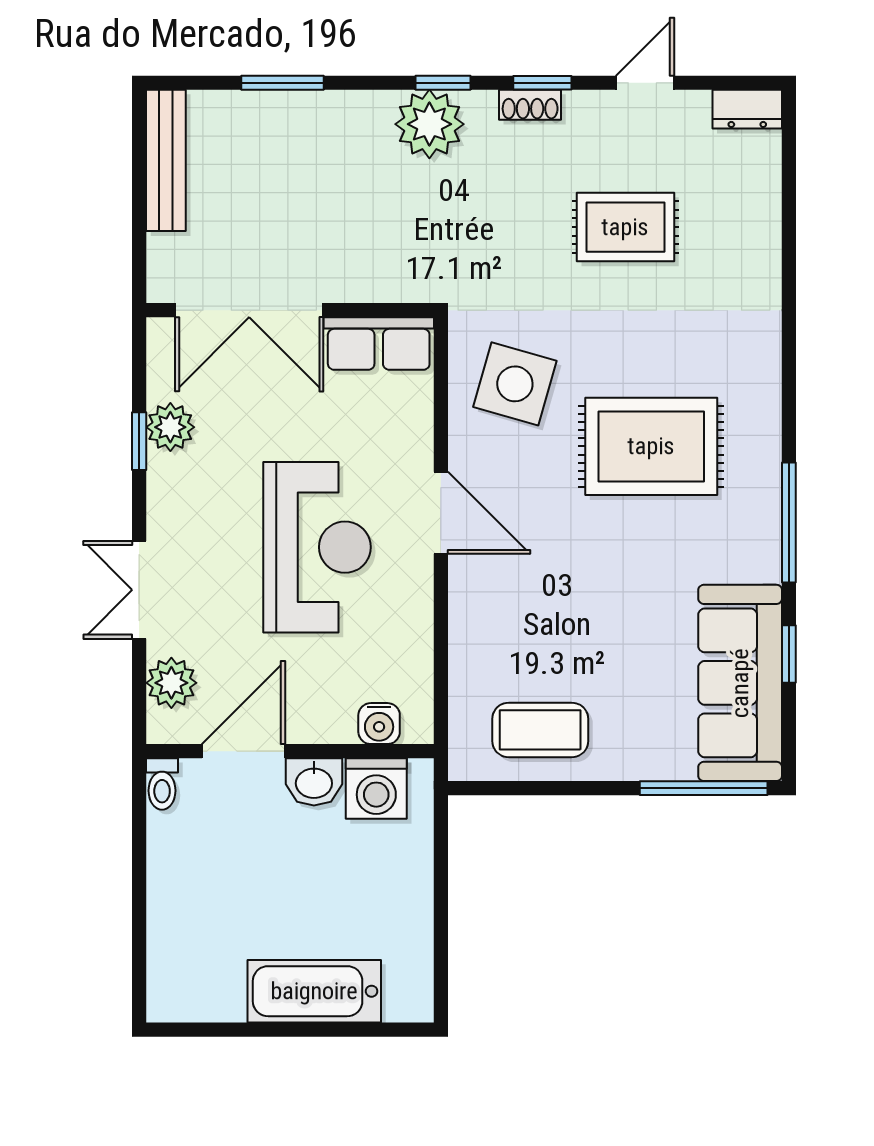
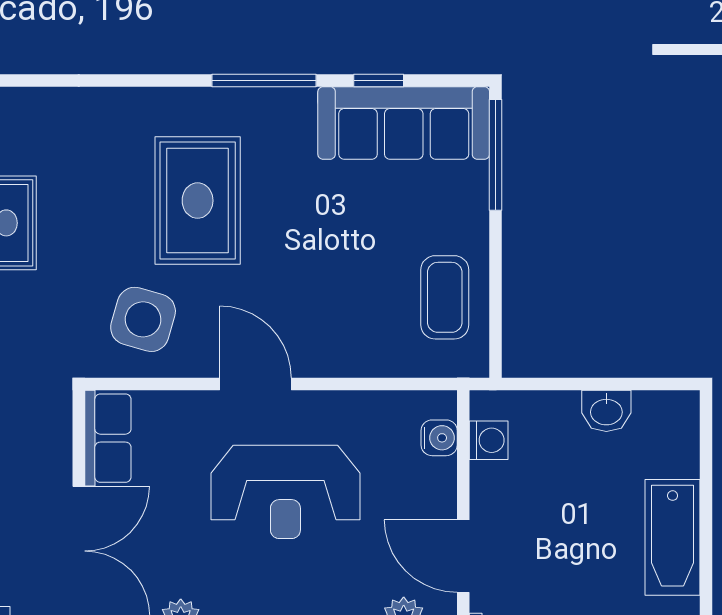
door: (441, 513) -> (255, 384), hinge flipped
reception desk: (317, 547) -> (285, 492), turned 180
washbasin: (314, 782) -> (606, 411), moved, turned 90
washing machine: (376, 788) -> (489, 440), width x0.73, depth x0.73
bathtub: (314, 991) -> (673, 537), moved

